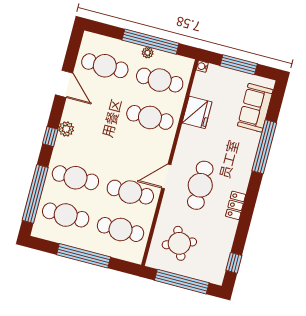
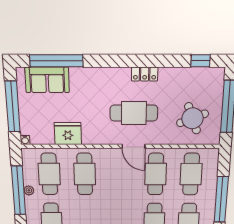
window: (239, 65) -> (12, 107), width x1.46
window: (264, 147) -> (56, 61), moved

